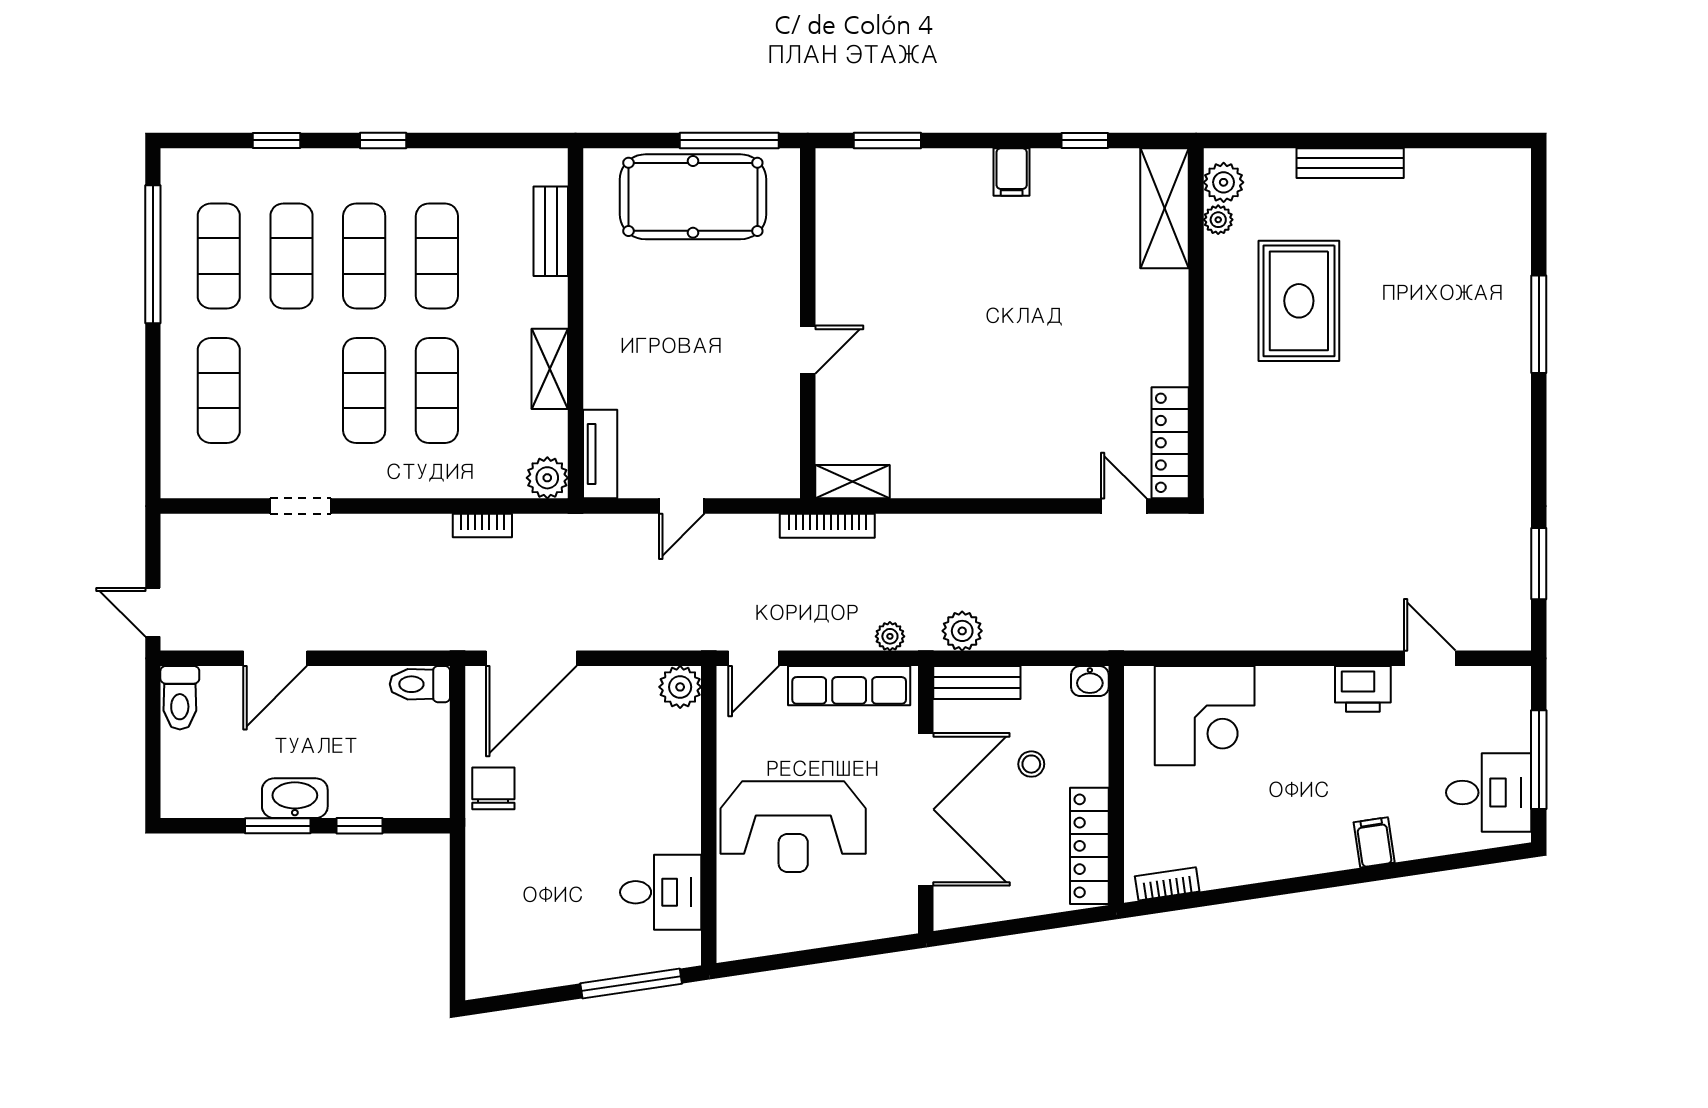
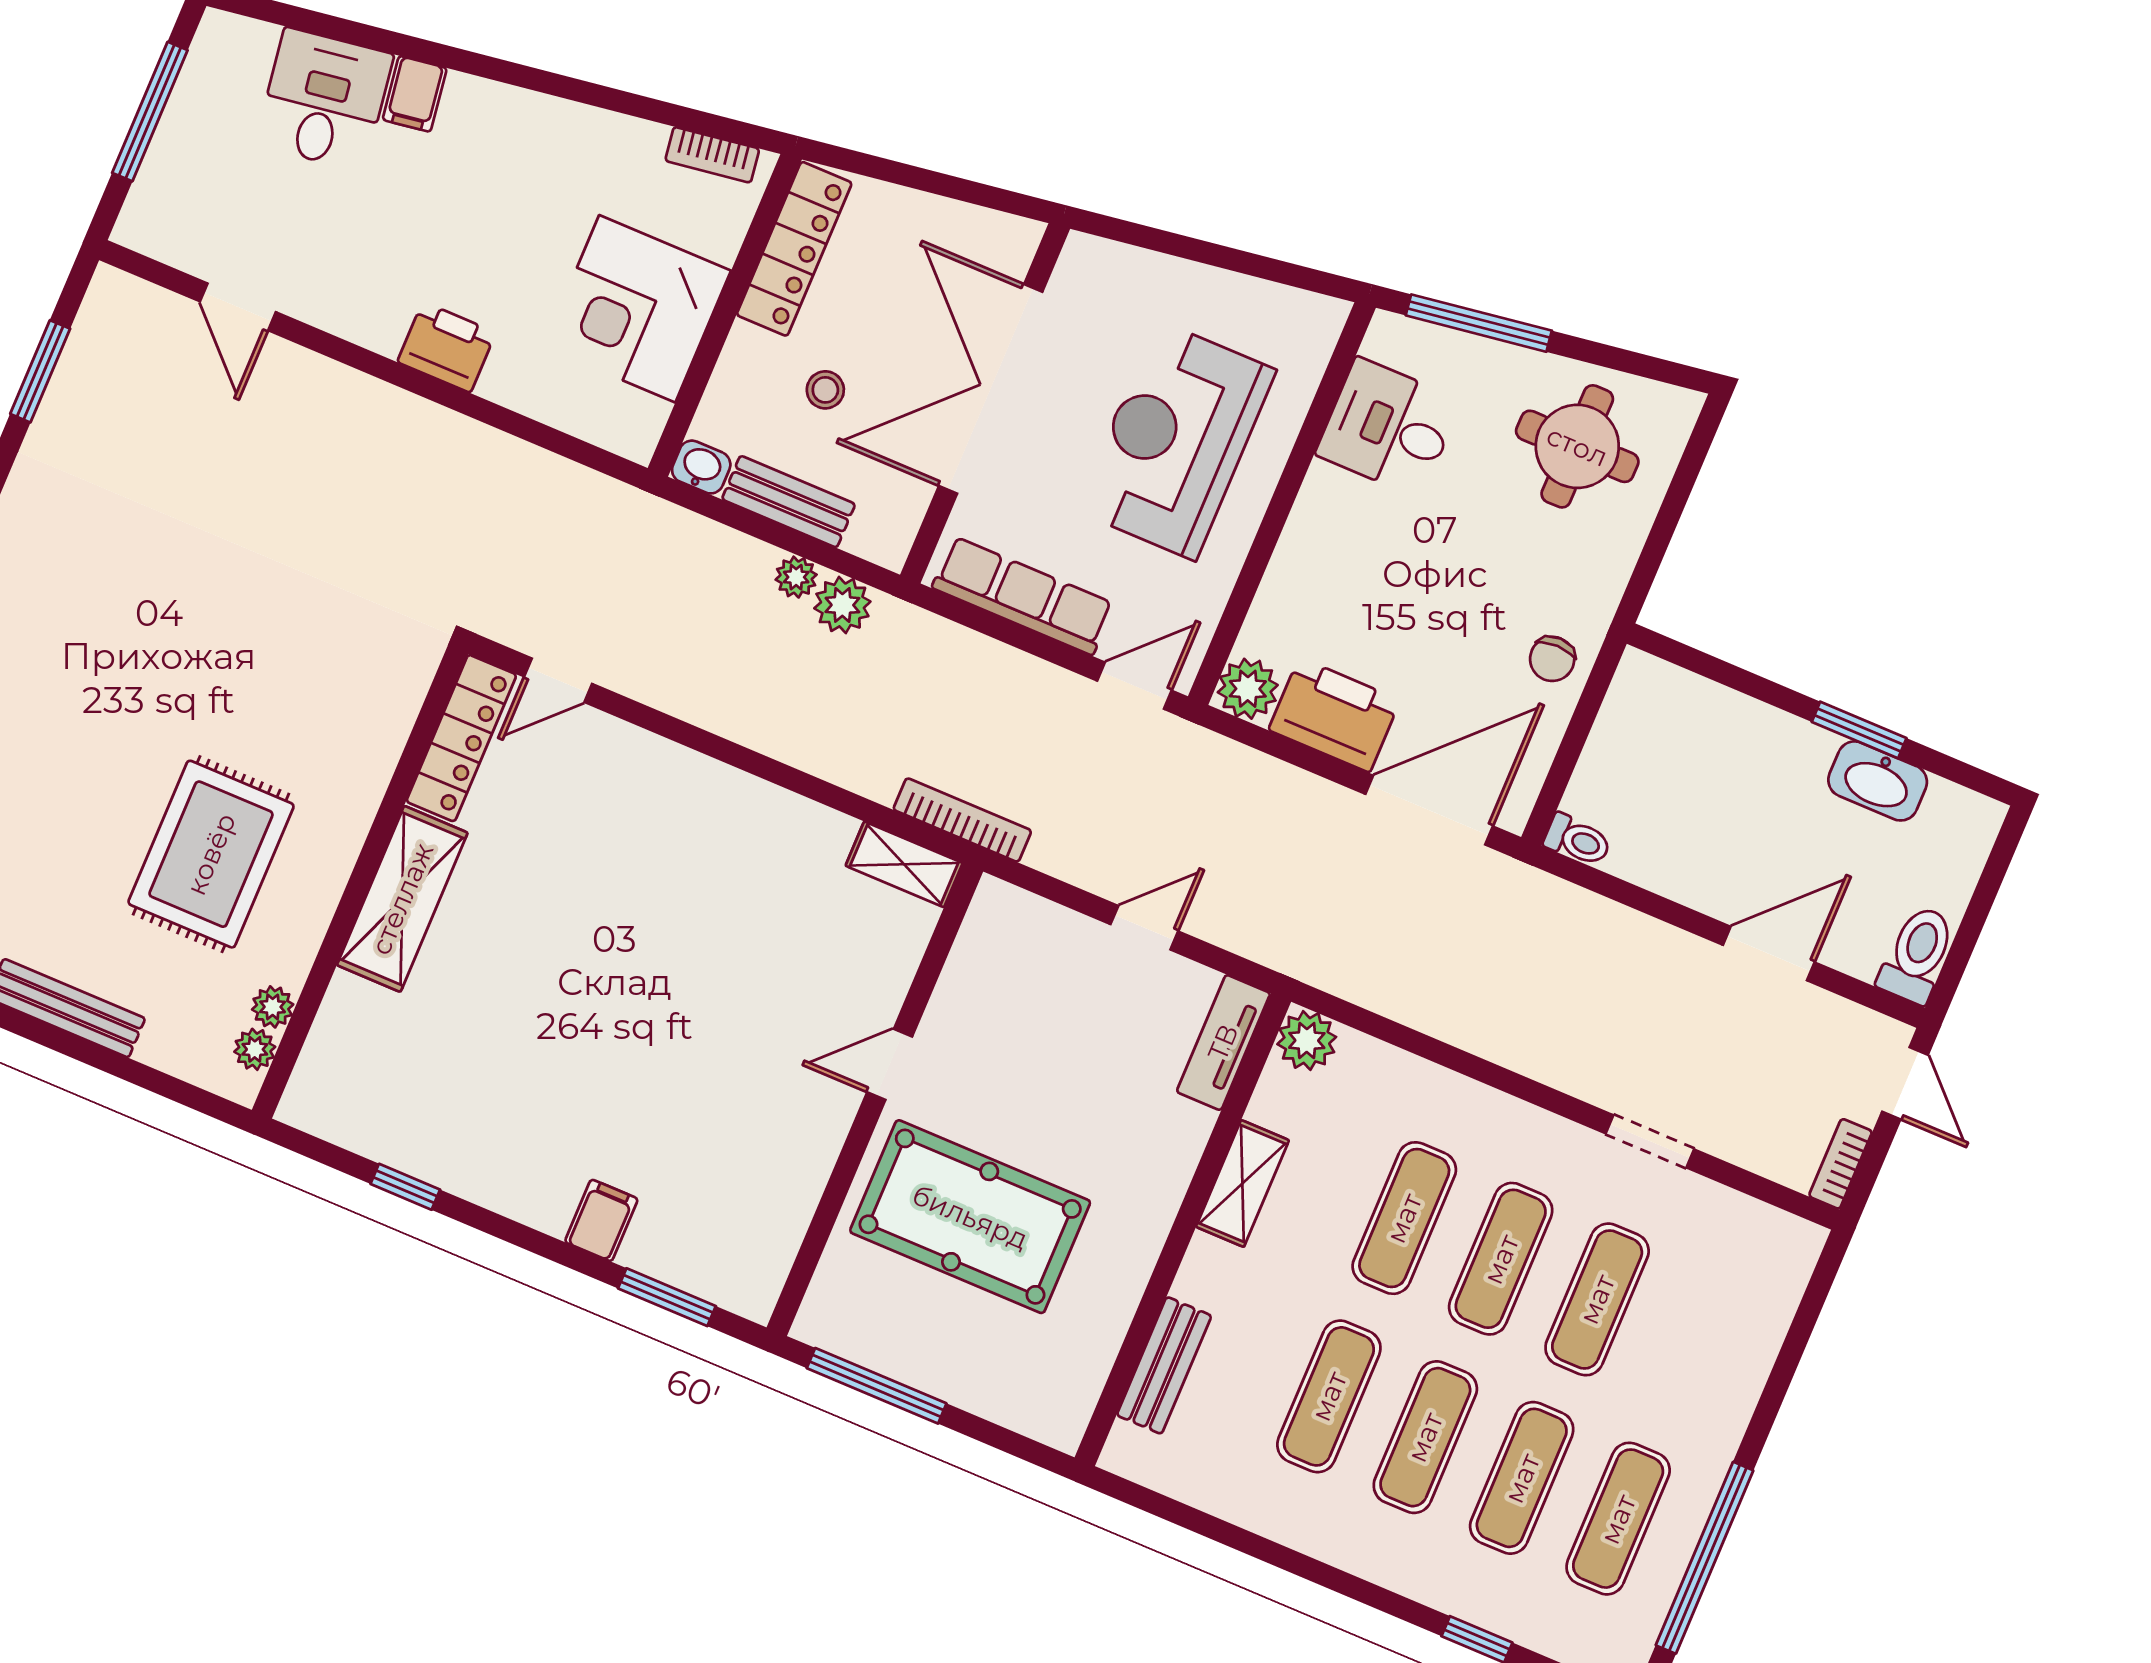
window: (383, 140) -> (1335, 1580), removed
filing cabinet: (1012, 172) -> (601, 1220), moved
plant: (1224, 182) -> (255, 1049), width x0.73, depth x0.73
pool table: (693, 197) -> (970, 1217), moved
shelving: (1164, 208) -> (402, 899), moved
exercise mat: (219, 391) -> (1597, 1299), moved
door: (1124, 506) -> (558, 680), hinge flipped
bookcase: (482, 525) -> (1841, 1164), moved, turned -90
plant: (890, 636) -> (796, 577), moved
bench: (977, 683) -> (789, 502), moved
toilet: (420, 684) -> (1578, 840), width x0.73, depth x0.72
printer: (1363, 689) -> (447, 347), moved
printer: (618, 694) -> (1334, 715), added
corner desk: (1205, 716) -> (637, 309), moved, turned -90
chair: (493, 788) -> (1552, 659), width x0.73, depth x0.73
desk: (1489, 793) -> (324, 100), moved, turned 82
washbasin: (295, 798) -> (1878, 781), moved
window: (359, 826) -> (1751, 684), removed
reception desk: (793, 827) -> (1176, 440), turned -90
round table: (535, 931) -> (1577, 446), added

